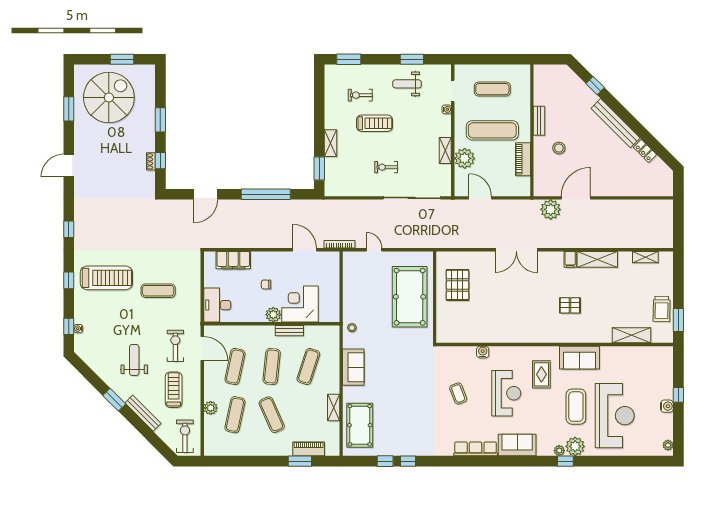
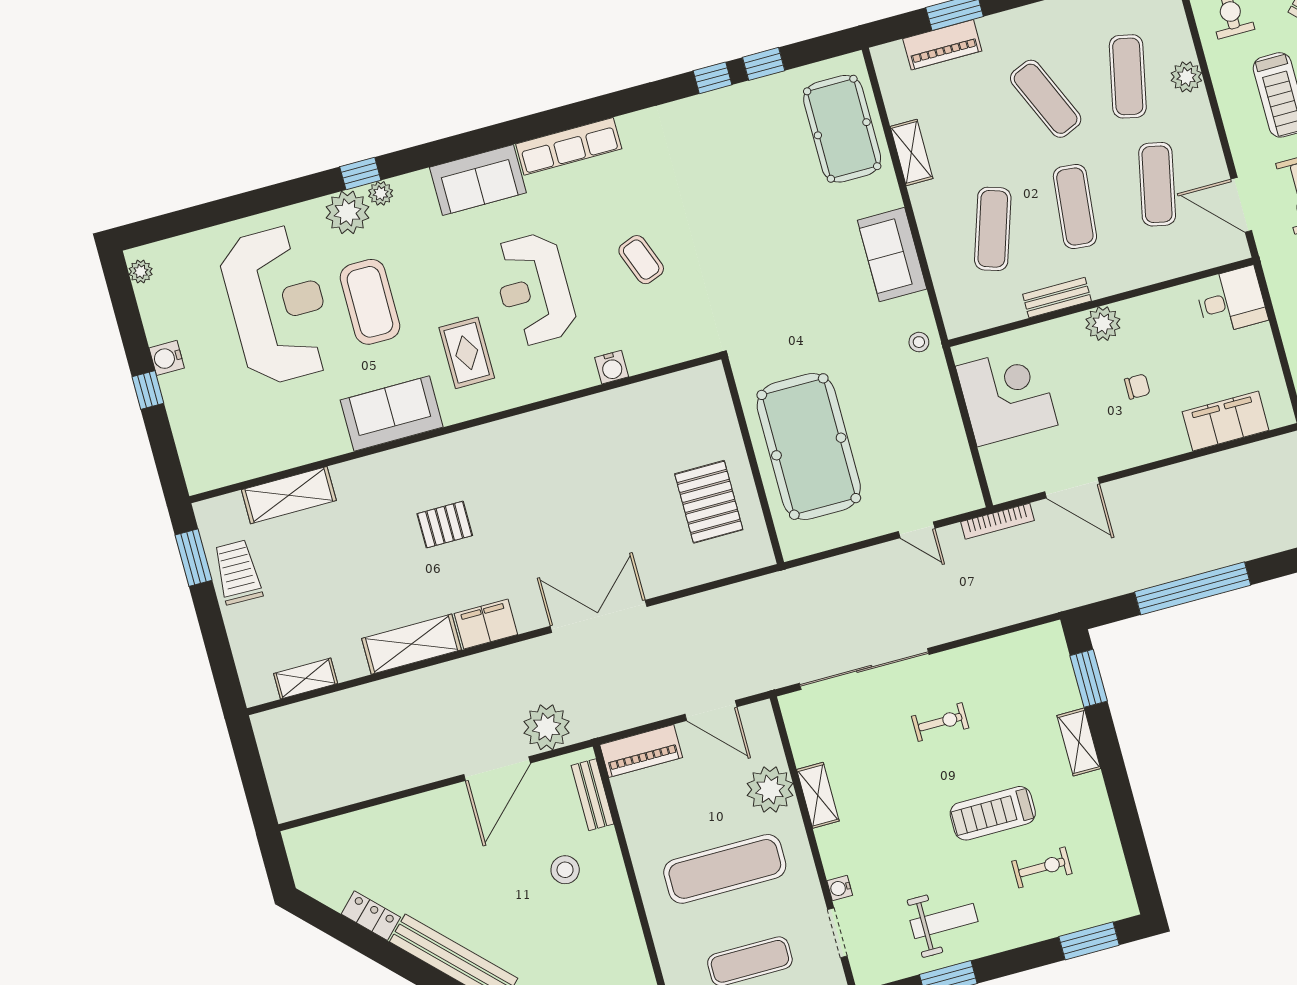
bench: (539, 121) -> (592, 795), moved
piano: (523, 159) -> (641, 751), moved, turned 90
filing cabinet: (570, 259) -> (486, 624), width x2.00
corner desk: (300, 304) -> (1007, 396), moved, turned -90
desk: (217, 305) -> (1231, 301), width x0.73
reception desk: (615, 416) -> (278, 305), turned 180

